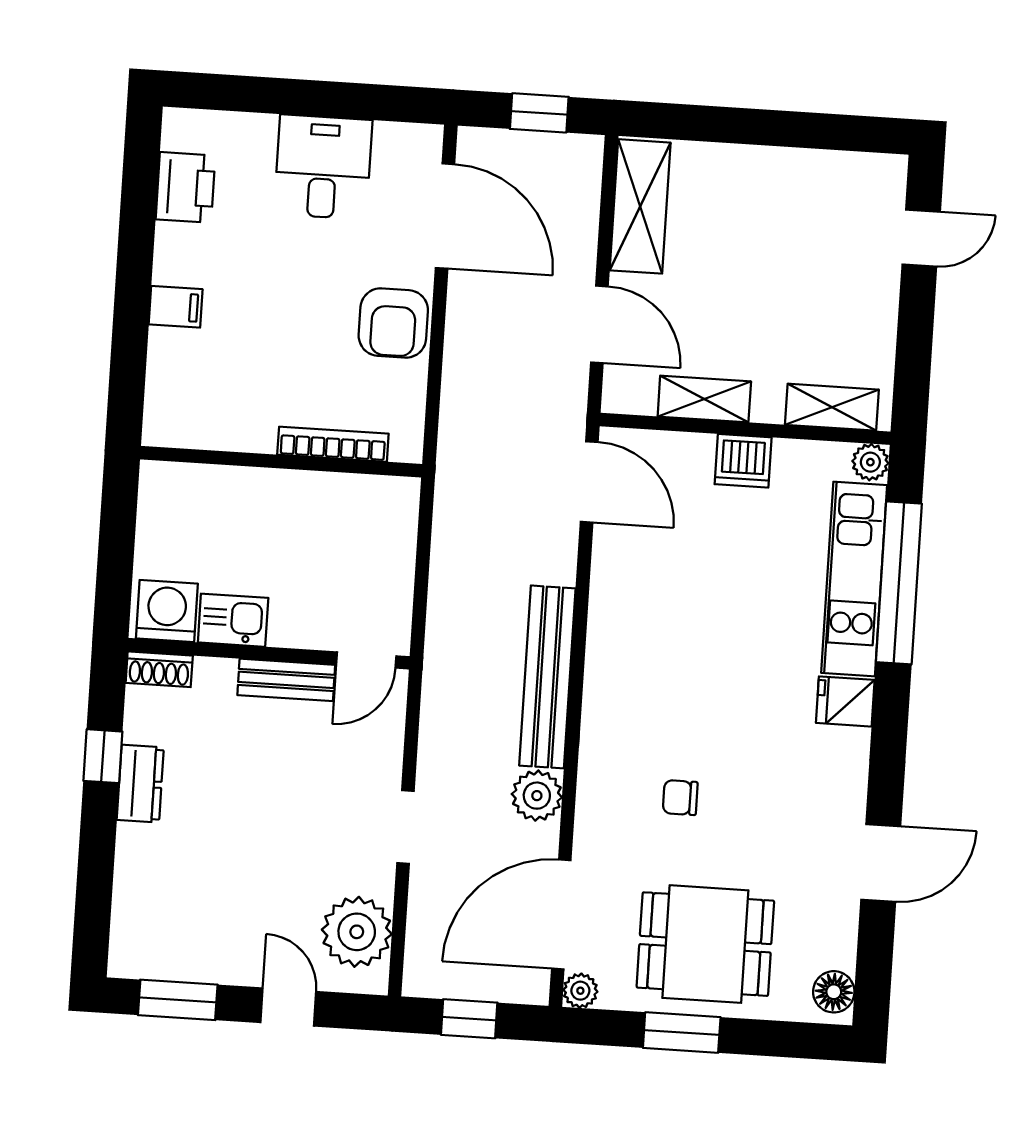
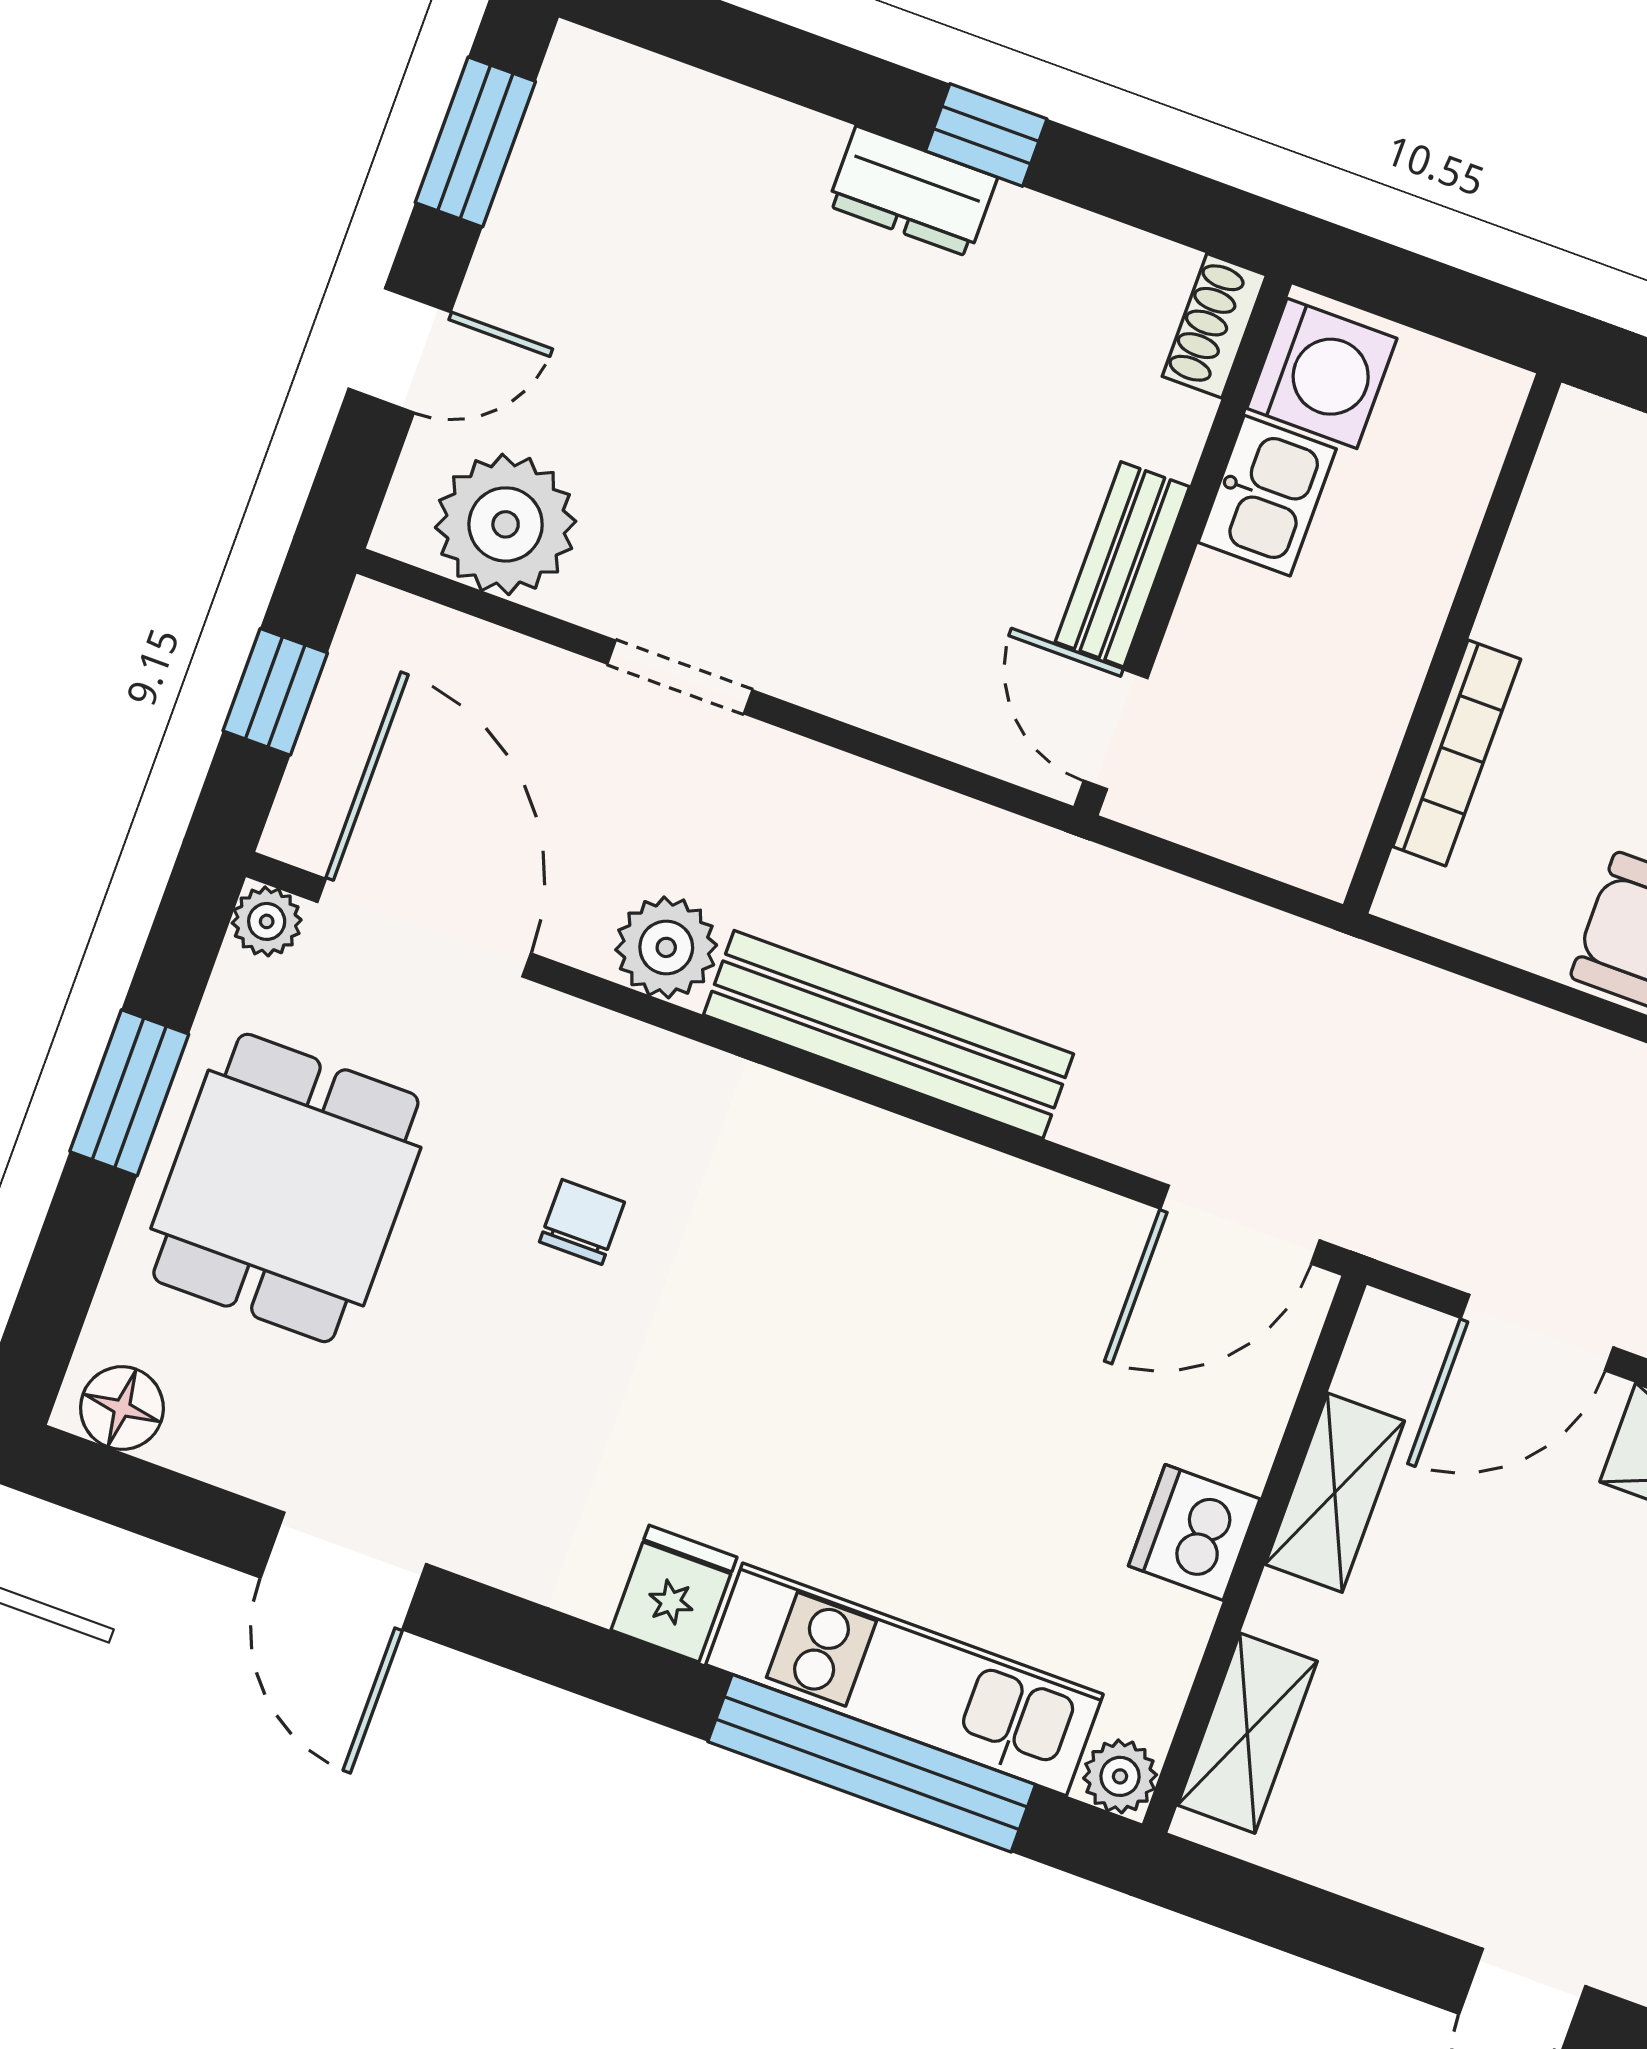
washing machine: (167, 611) -> (1322, 373), moved
kitchen sink: (233, 620) -> (1267, 496), moved
wall: (269, 654) -> (1183, 545), moved
door: (366, 660) -> (1116, 729), moved
shoe rack: (159, 669) -> (1214, 326), moved
bench: (286, 680) -> (1122, 564), moved

